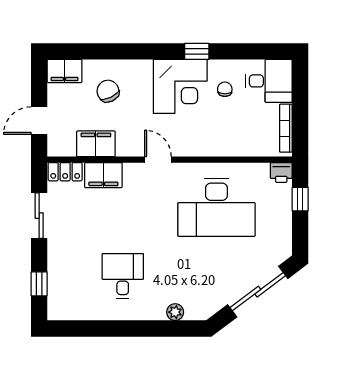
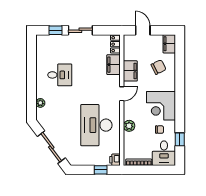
window: (197, 51) -> (180, 139), moved
filing cabinet: (96, 144) -> (130, 71), moved
plant: (218, 146) -> (129, 126), added
sliding door: (39, 216) -> (80, 30), moved

